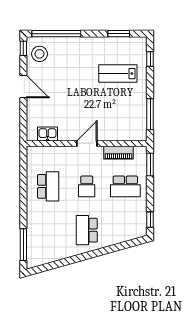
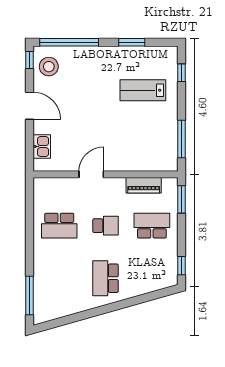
window: (119, 34) -> (132, 42), moved
kitchen sink: (48, 134) -> (42, 147), moved, turned 90
door: (87, 144) -> (91, 174), moved
school desk: (48, 186) -> (59, 226), turned 90
school desk: (87, 186) -> (106, 226), turned -90
school desk: (125, 186) -> (152, 226), turned 180

